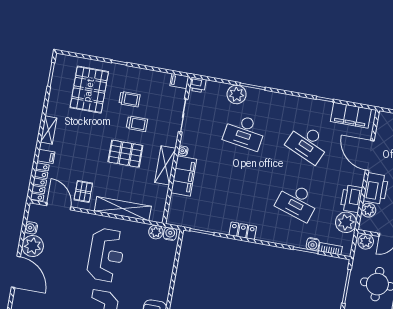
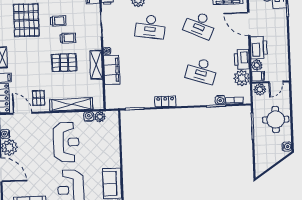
filing cabinet: (367, 224) -> (258, 76), added
water cooler: (170, 234) -> (89, 117), moved

